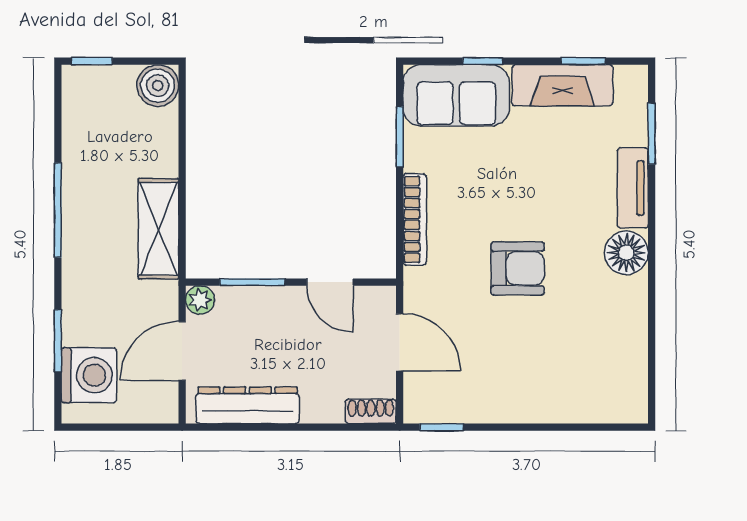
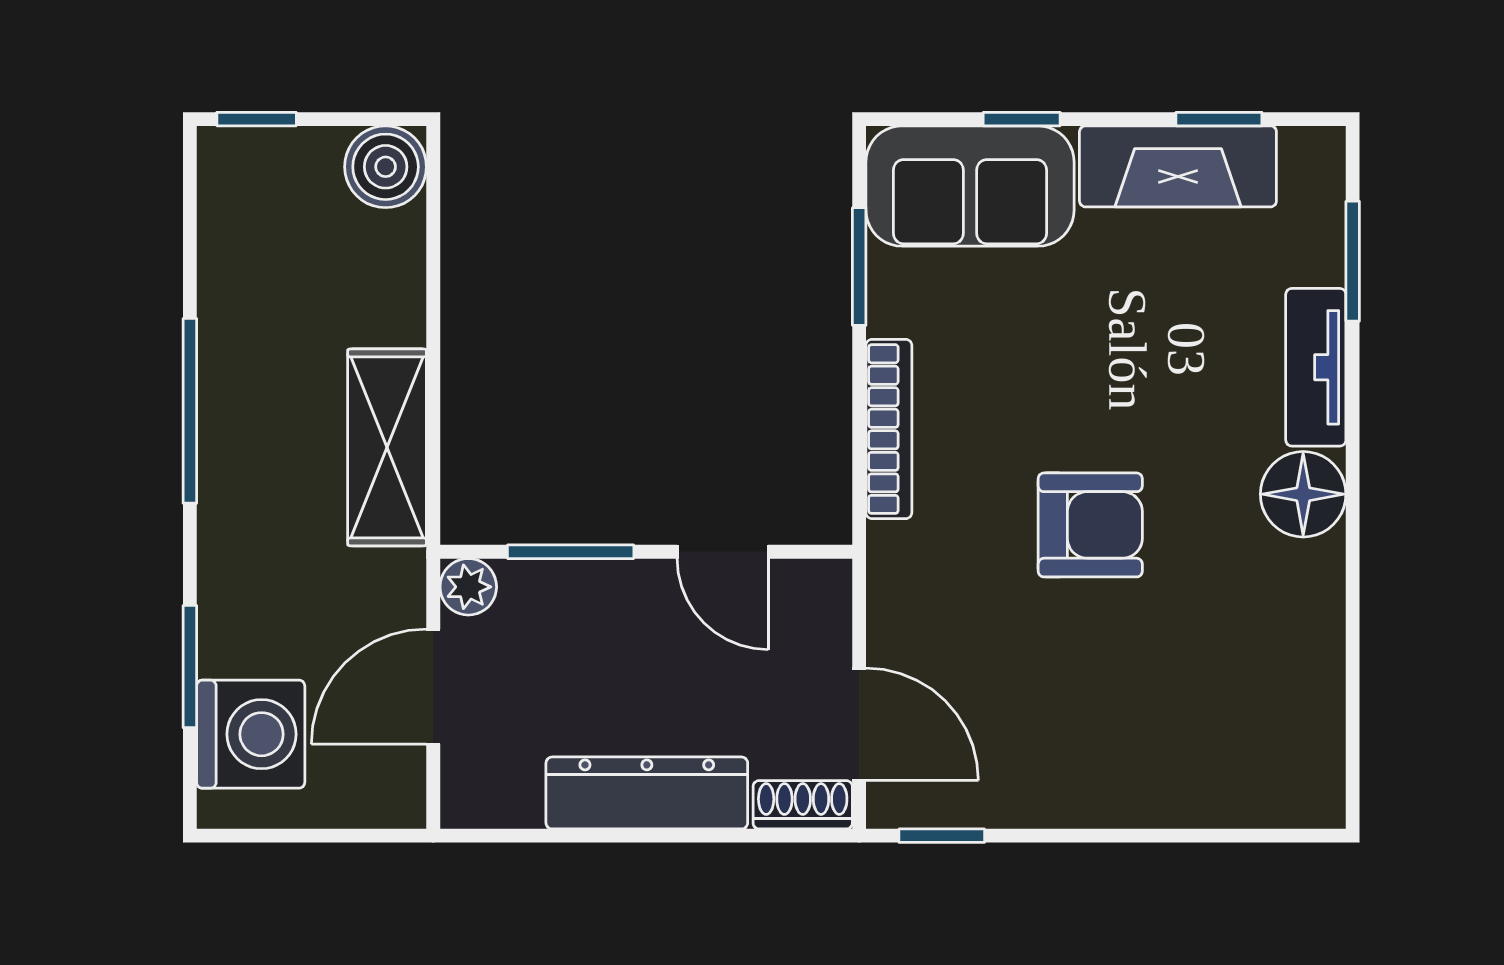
door: (400, 342) -> (859, 724), moved
dresser: (248, 405) -> (647, 793), moved

